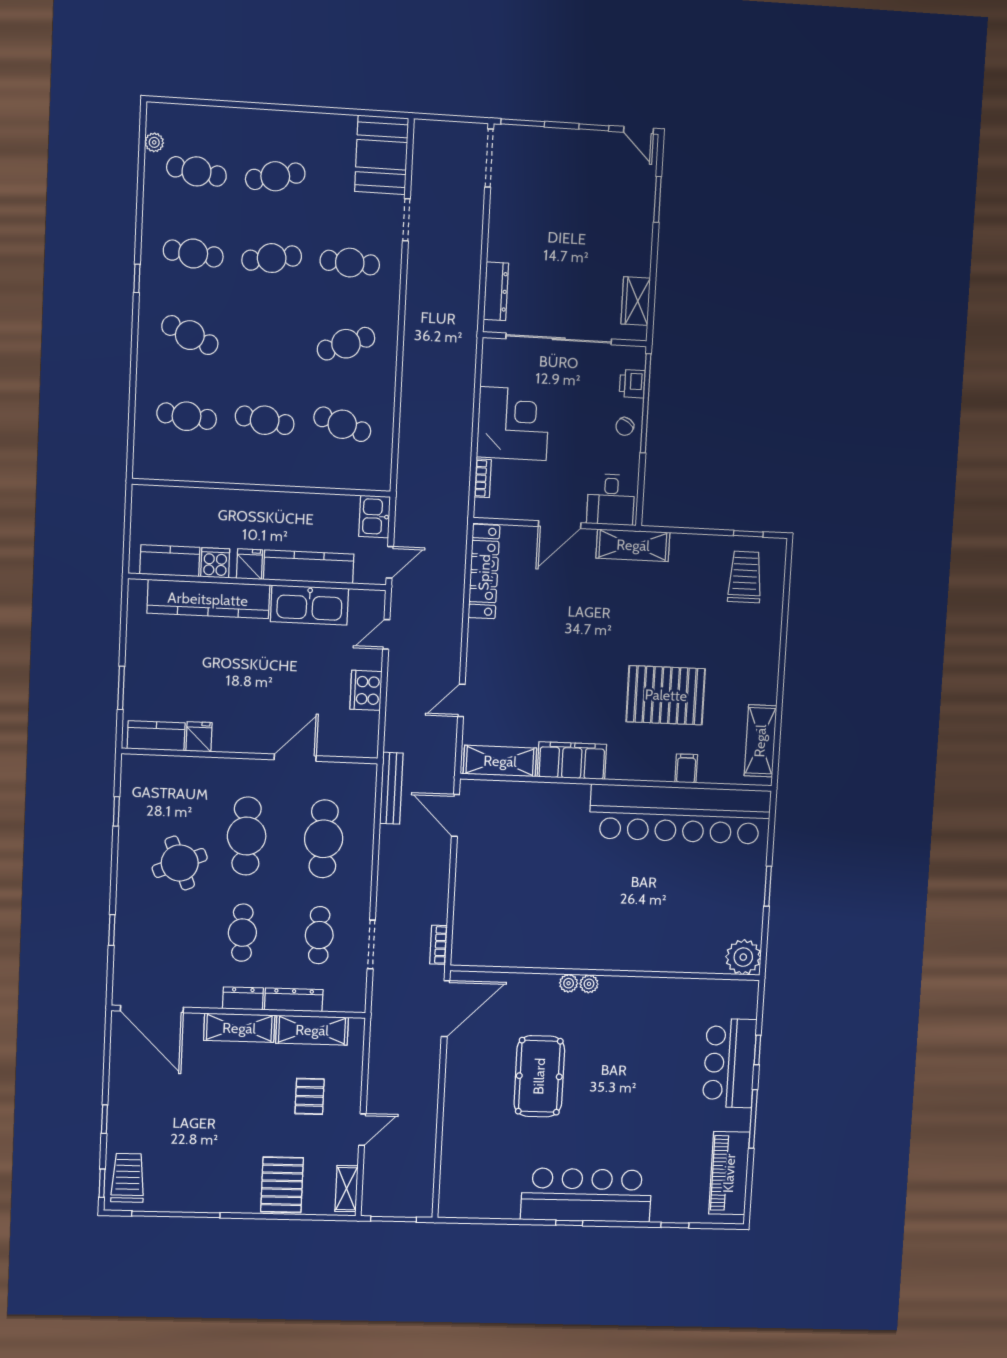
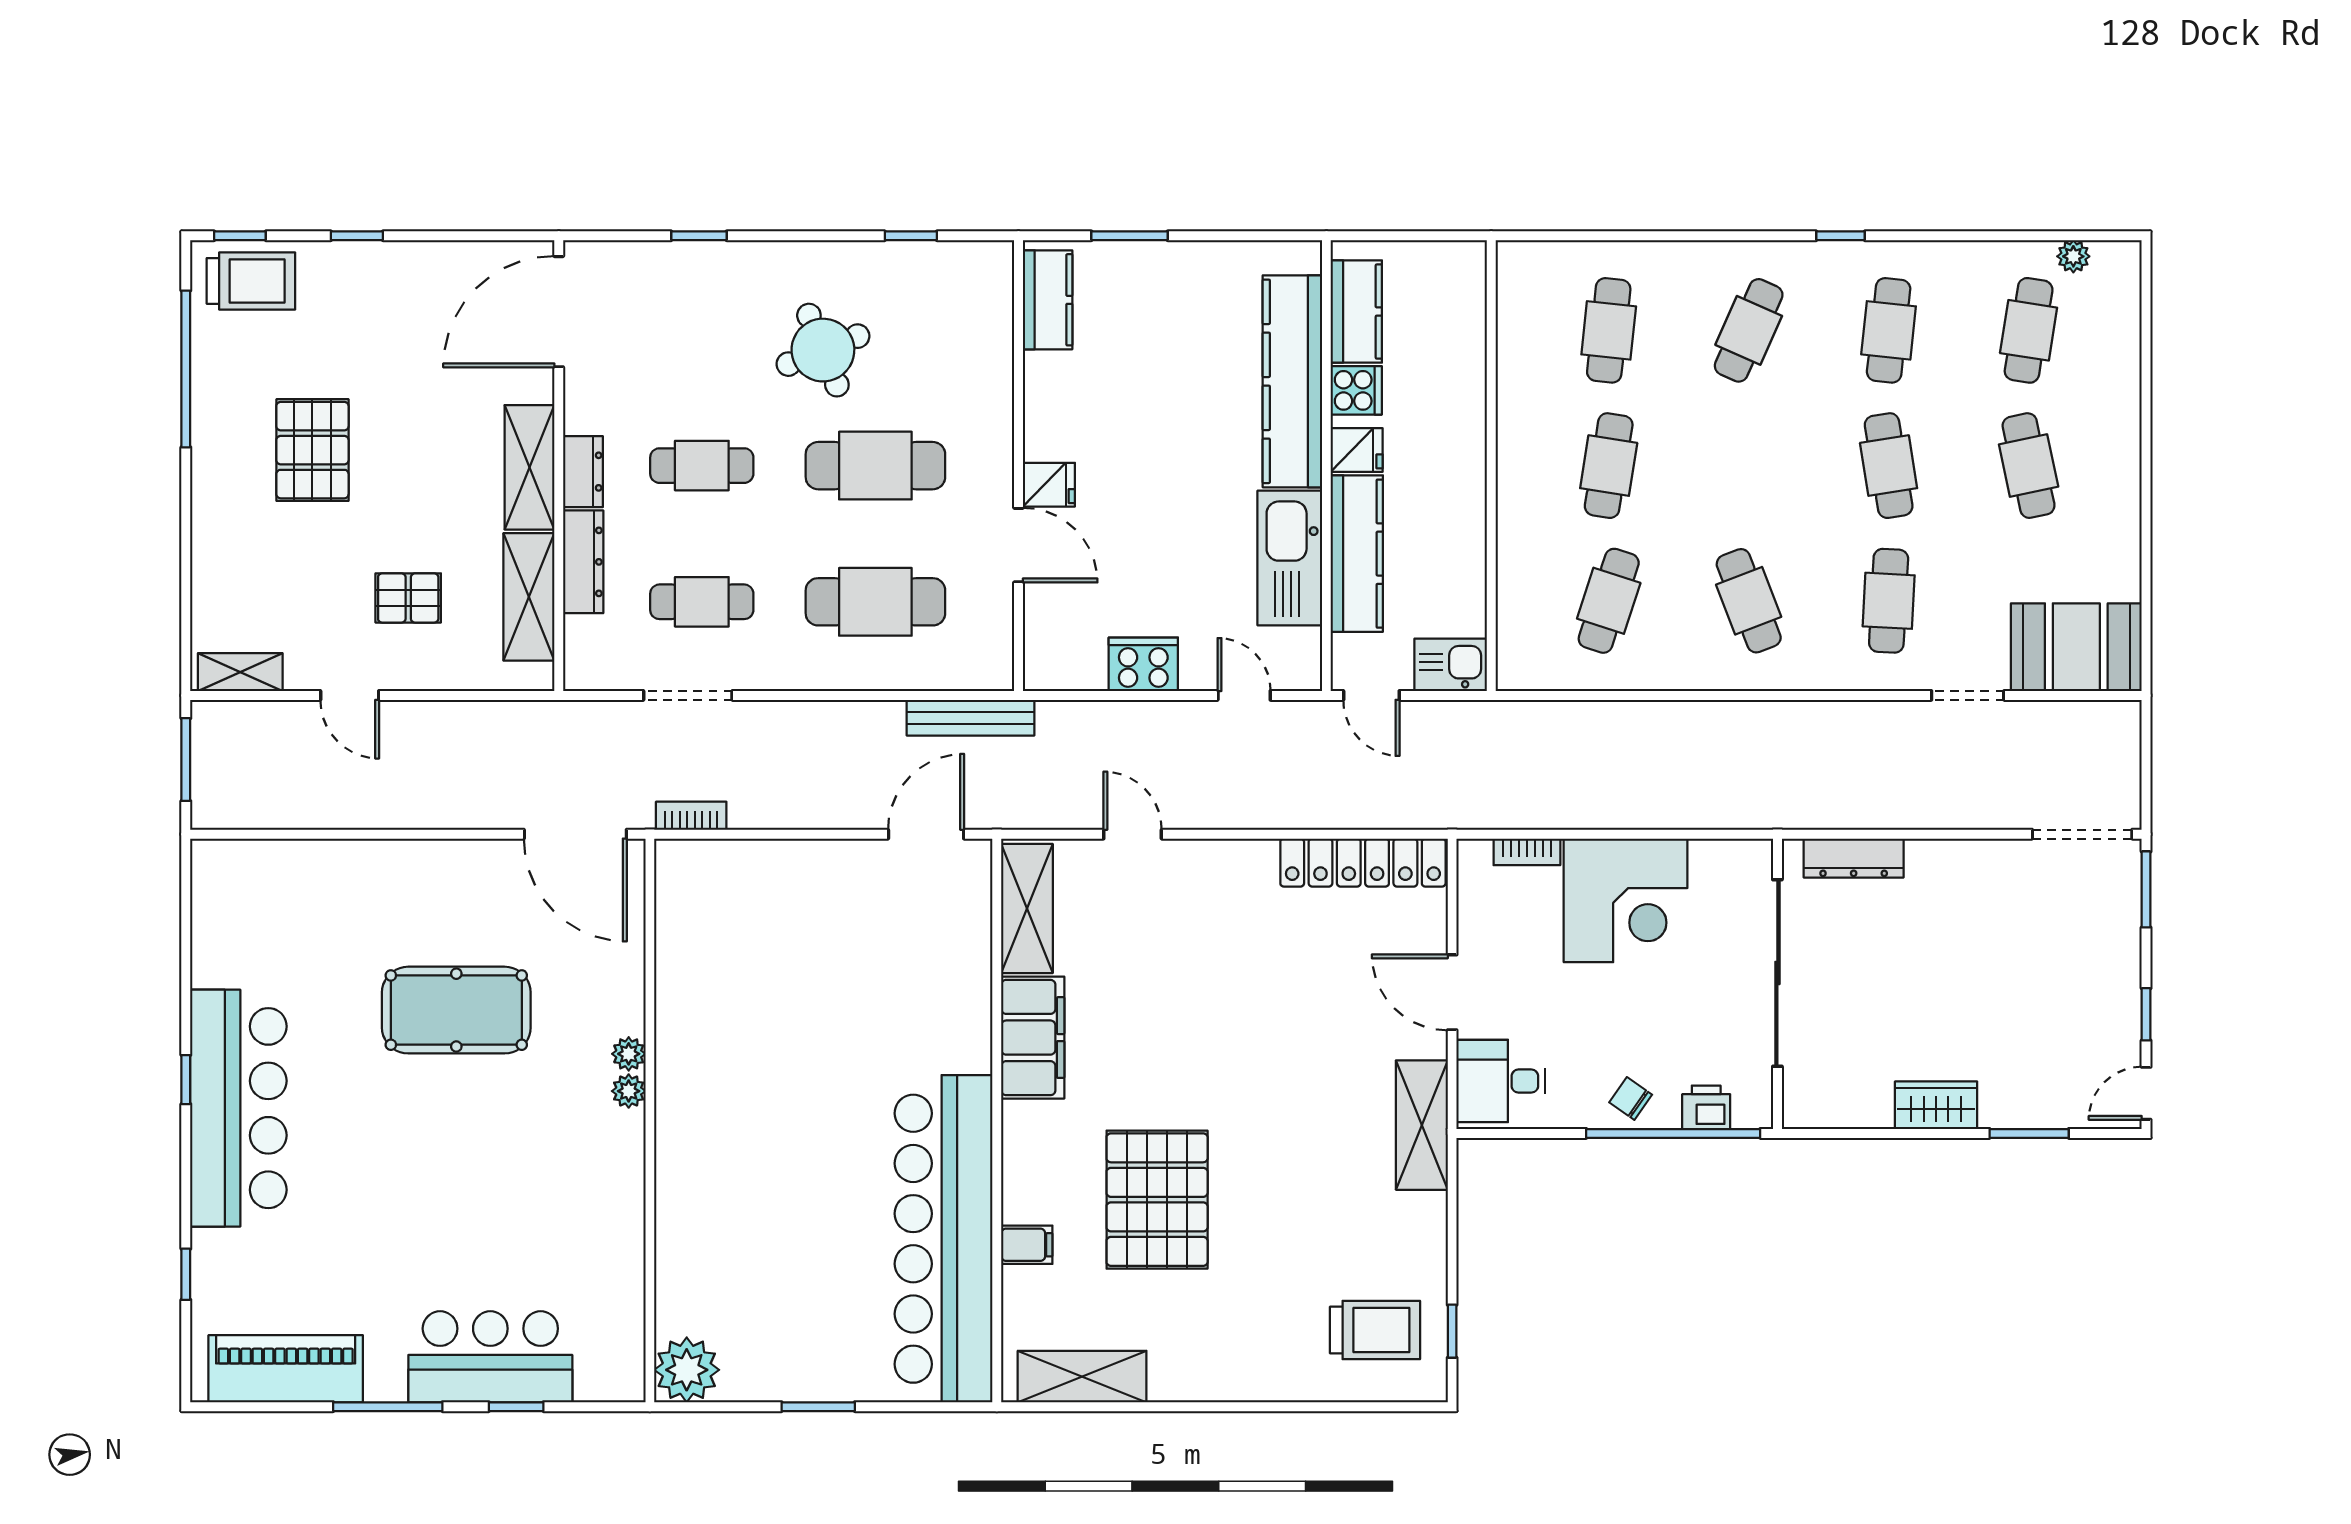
wardrobe: (636, 301) -> (1936, 1105), moved
fridge: (199, 737) -> (1049, 485), moved
pallet: (282, 1185) -> (312, 450), moved, turned 90

